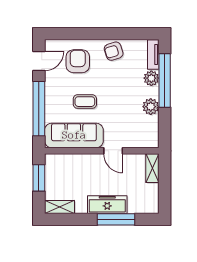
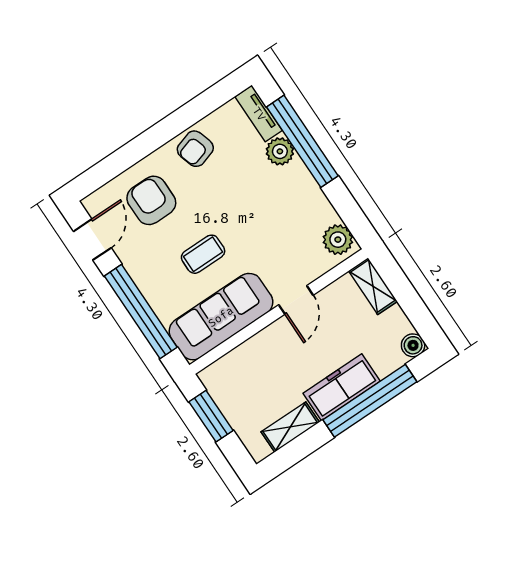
plant: (151, 107) -> (338, 240), moved
door: (113, 151) -> (296, 300), hinge flipped
shelving: (59, 207) -> (290, 427), moved
boiler: (153, 207) -> (413, 345), added
window: (116, 219) -> (370, 401), width x1.46

